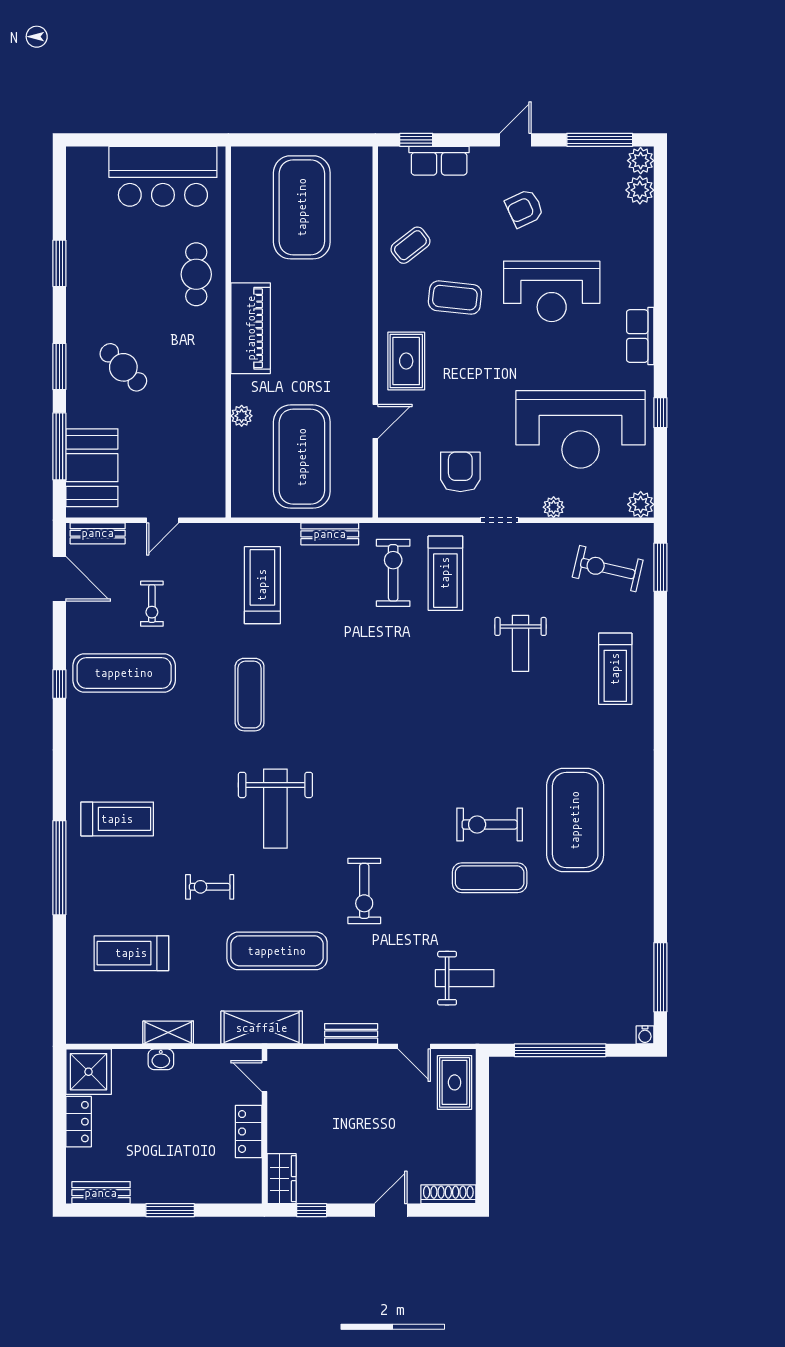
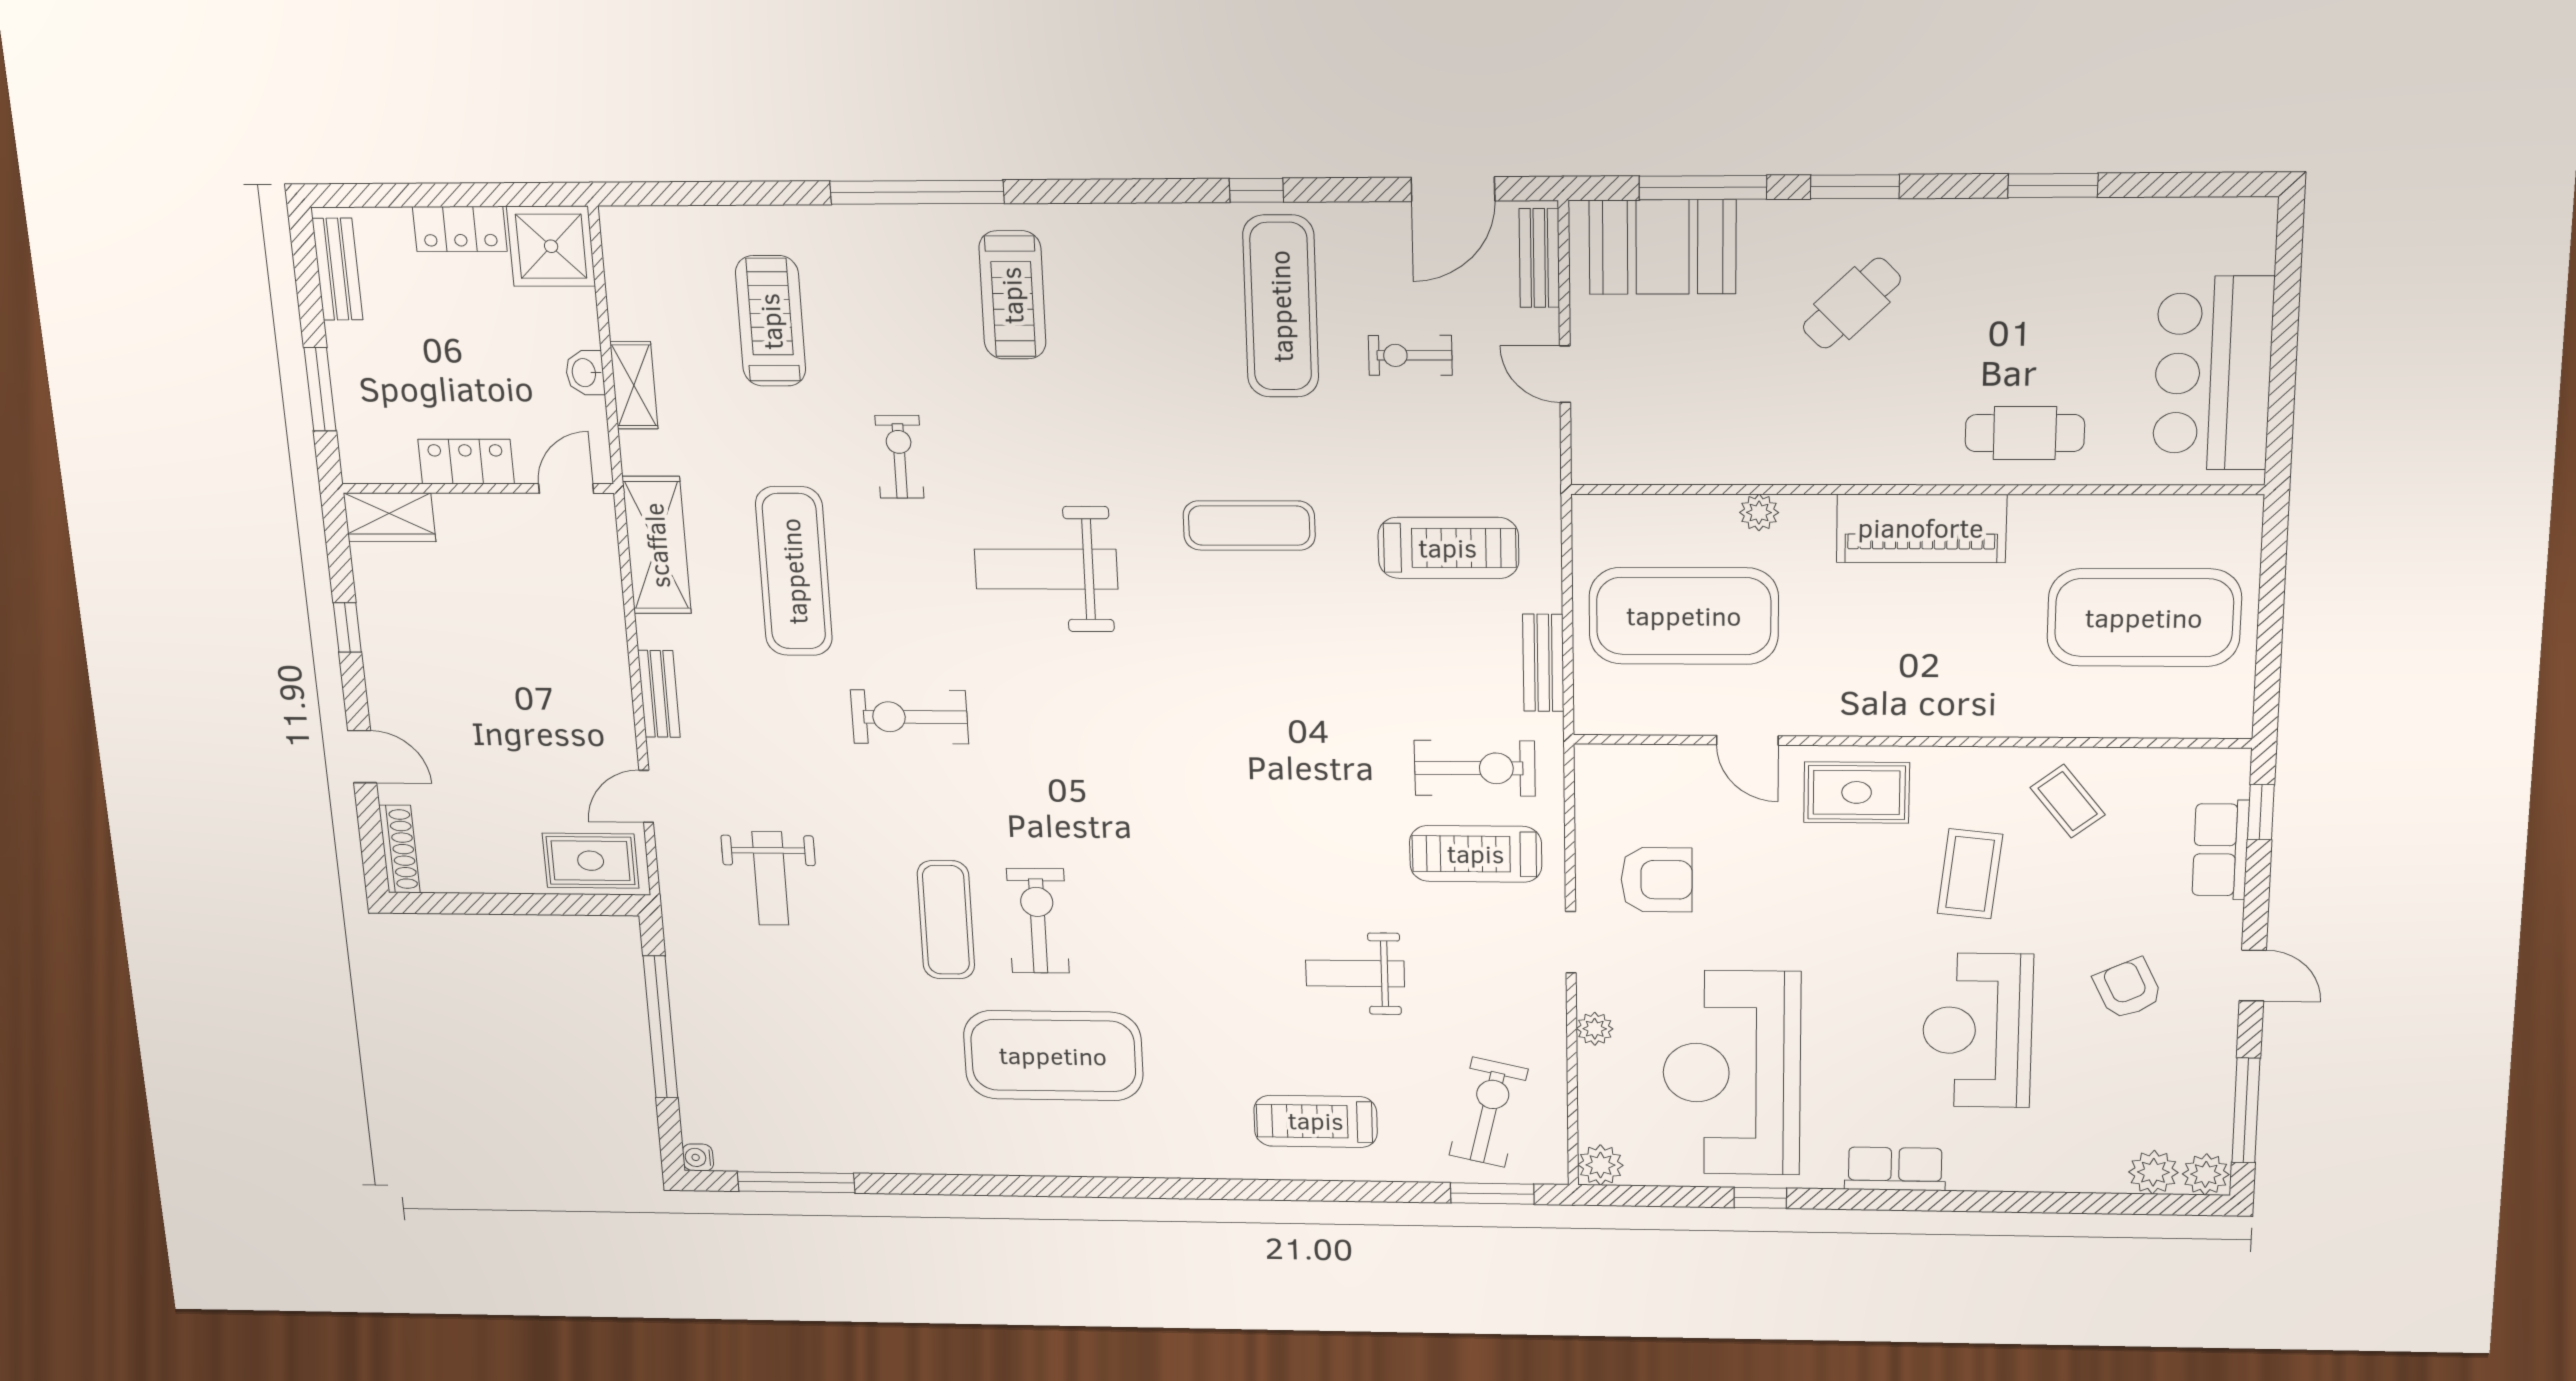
door: (264, 1076) -> (566, 489), moved
wall: (264, 1126) -> (478, 488), moved
locker: (249, 1131) -> (466, 462), moved
wardrobe: (282, 1179) -> (390, 517), moved

